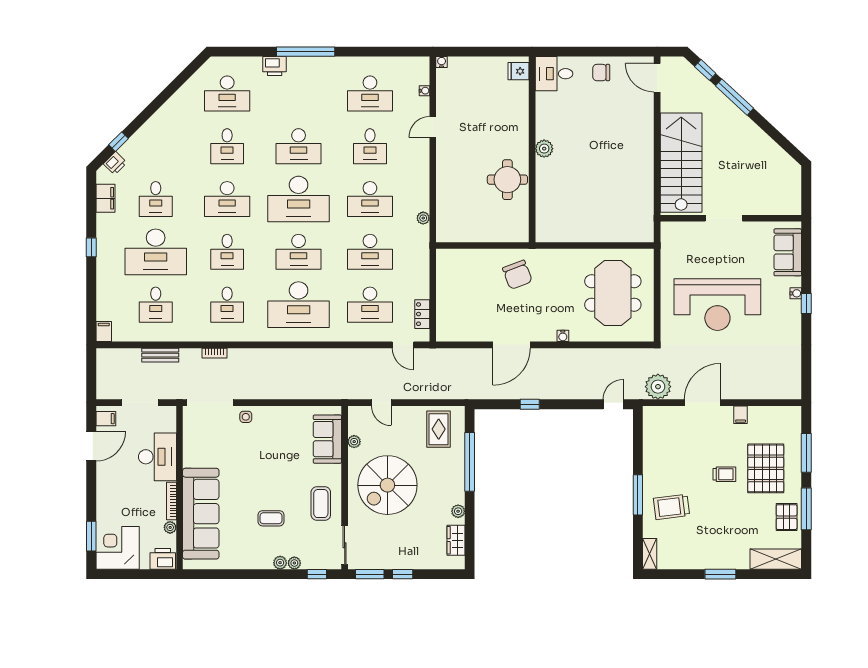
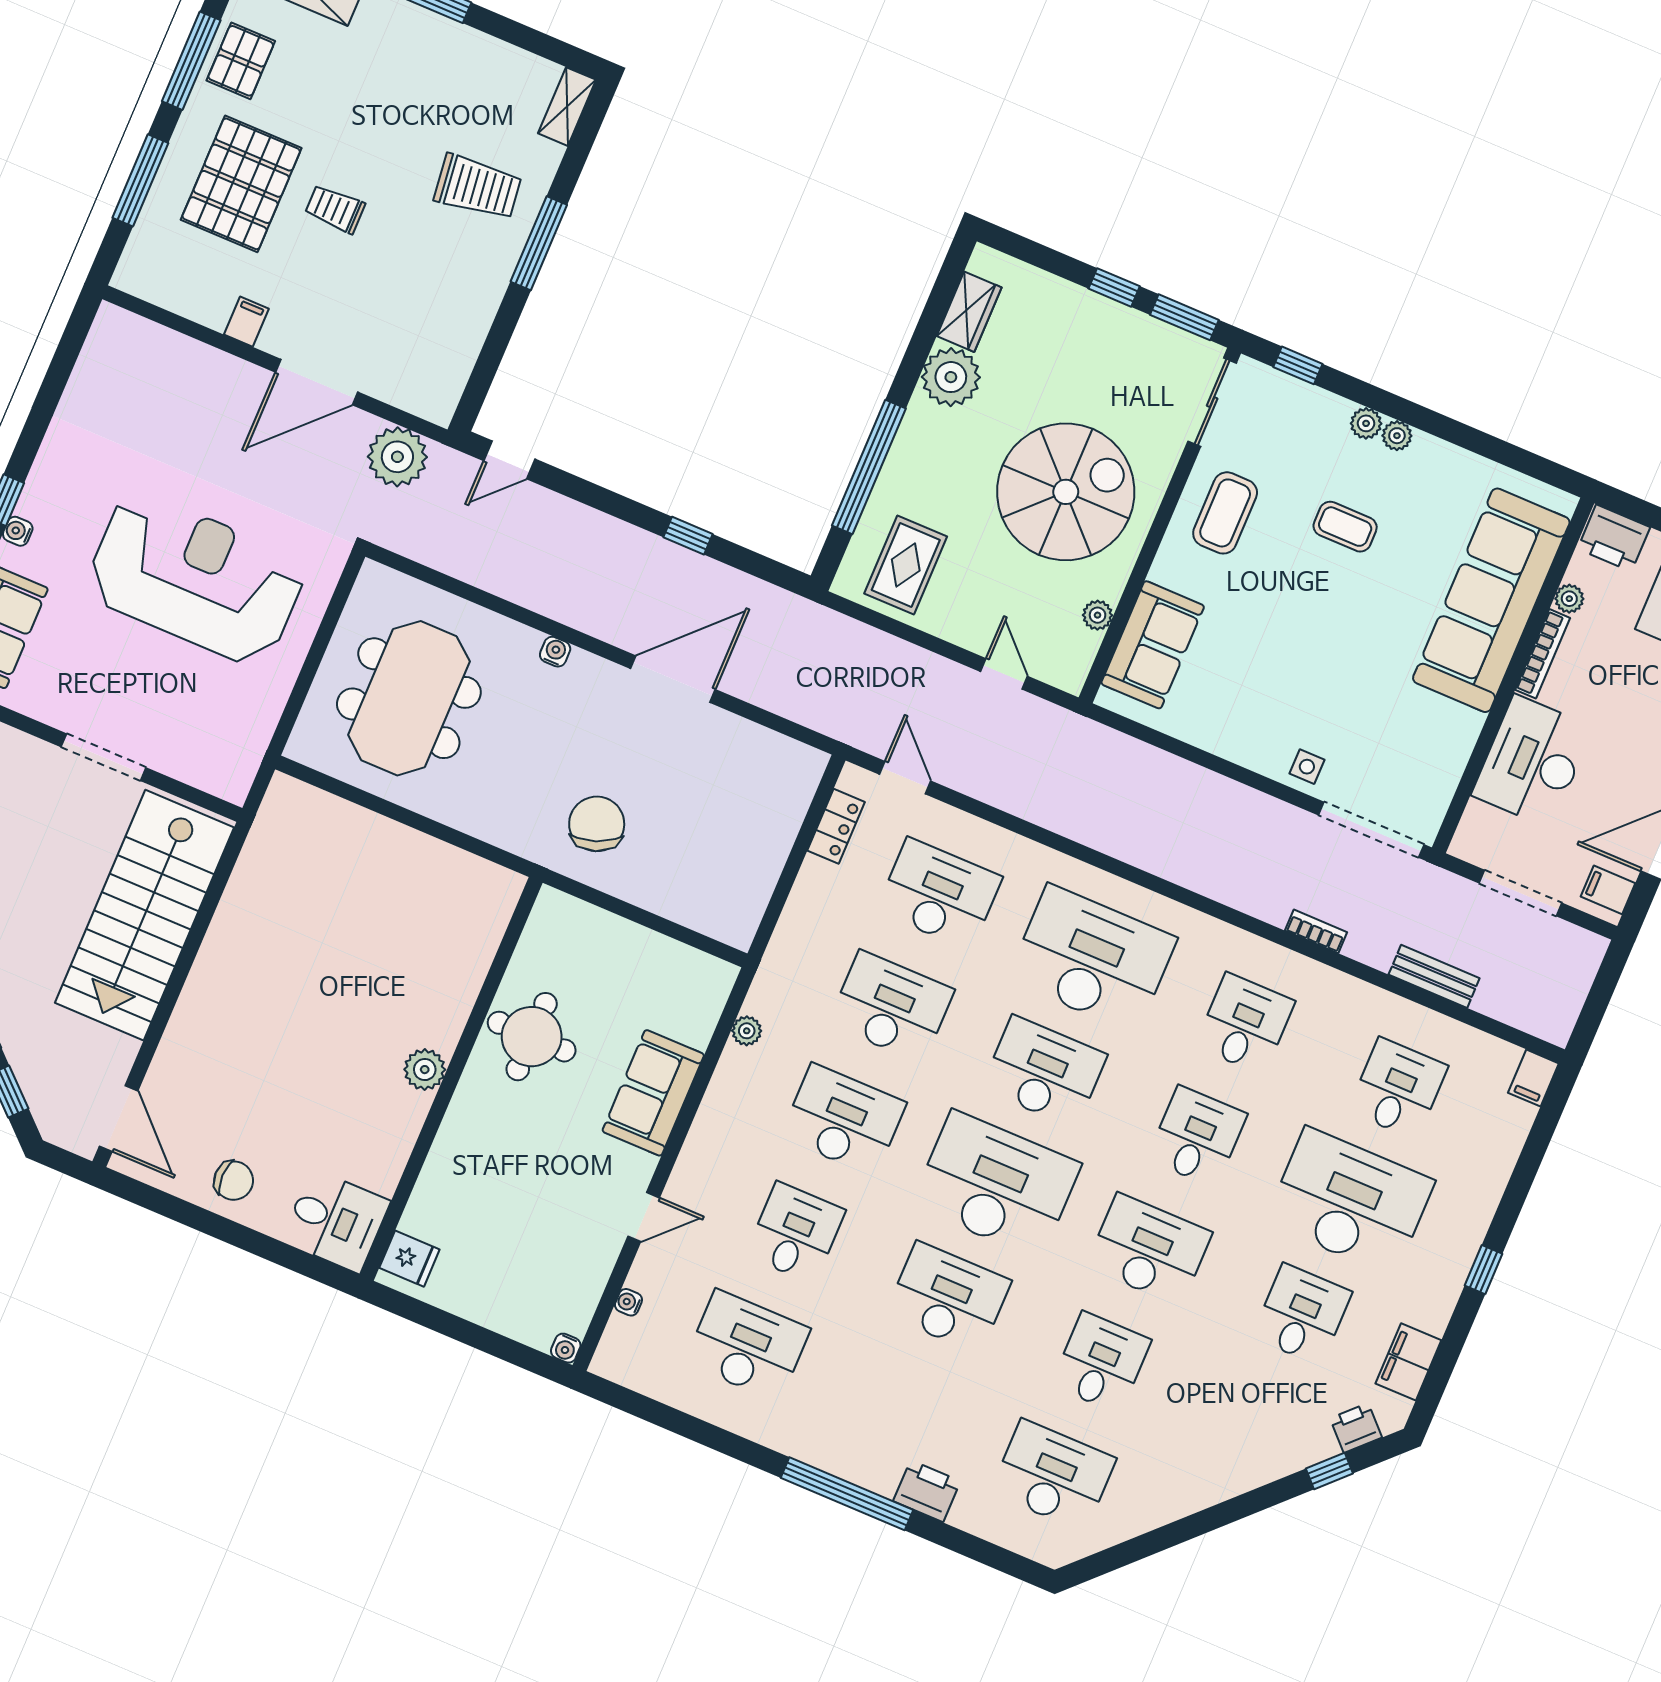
sofa: (450, 178) -> (653, 1093), added
plant: (458, 511) -> (951, 377), width x1.88, depth x1.88
plant: (294, 563) -> (1397, 436), moved

